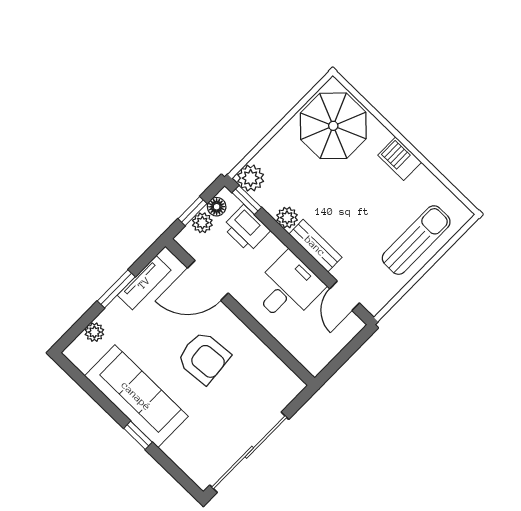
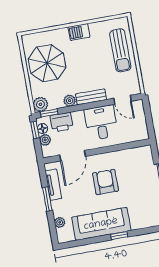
parasol: (333, 126) -> (47, 63), moved
window: (192, 211) -> (35, 130), moved
sun lounger: (416, 240) -> (120, 50), turned 180
armchair: (204, 358) -> (105, 182), turned -85

